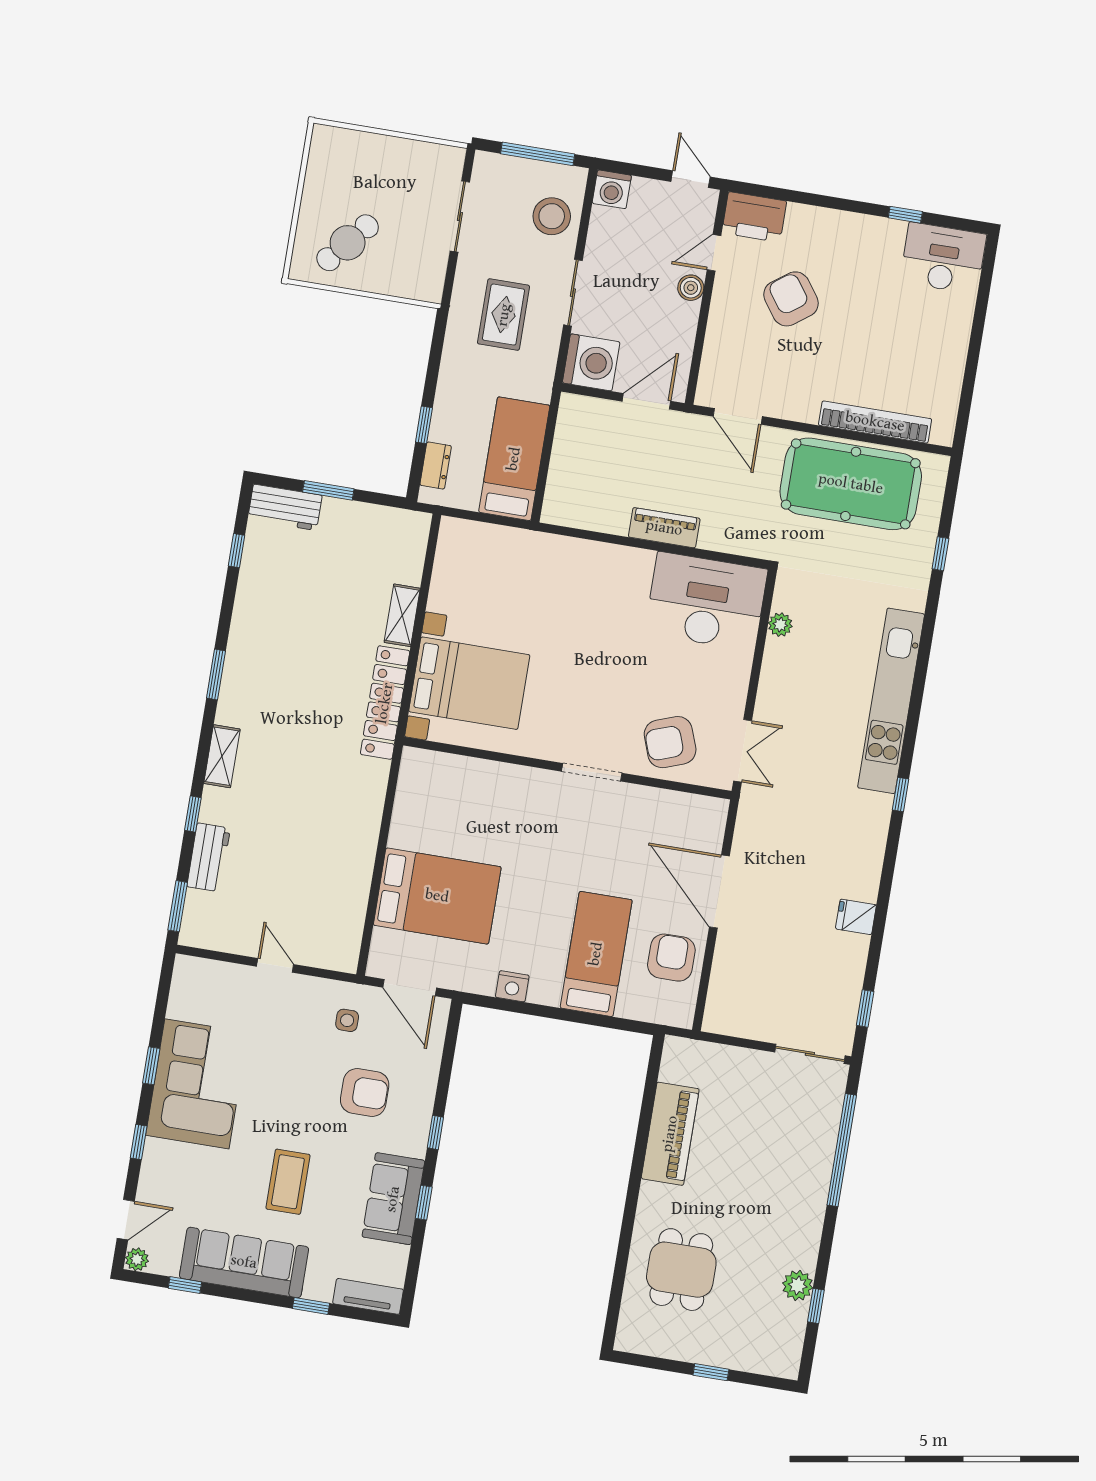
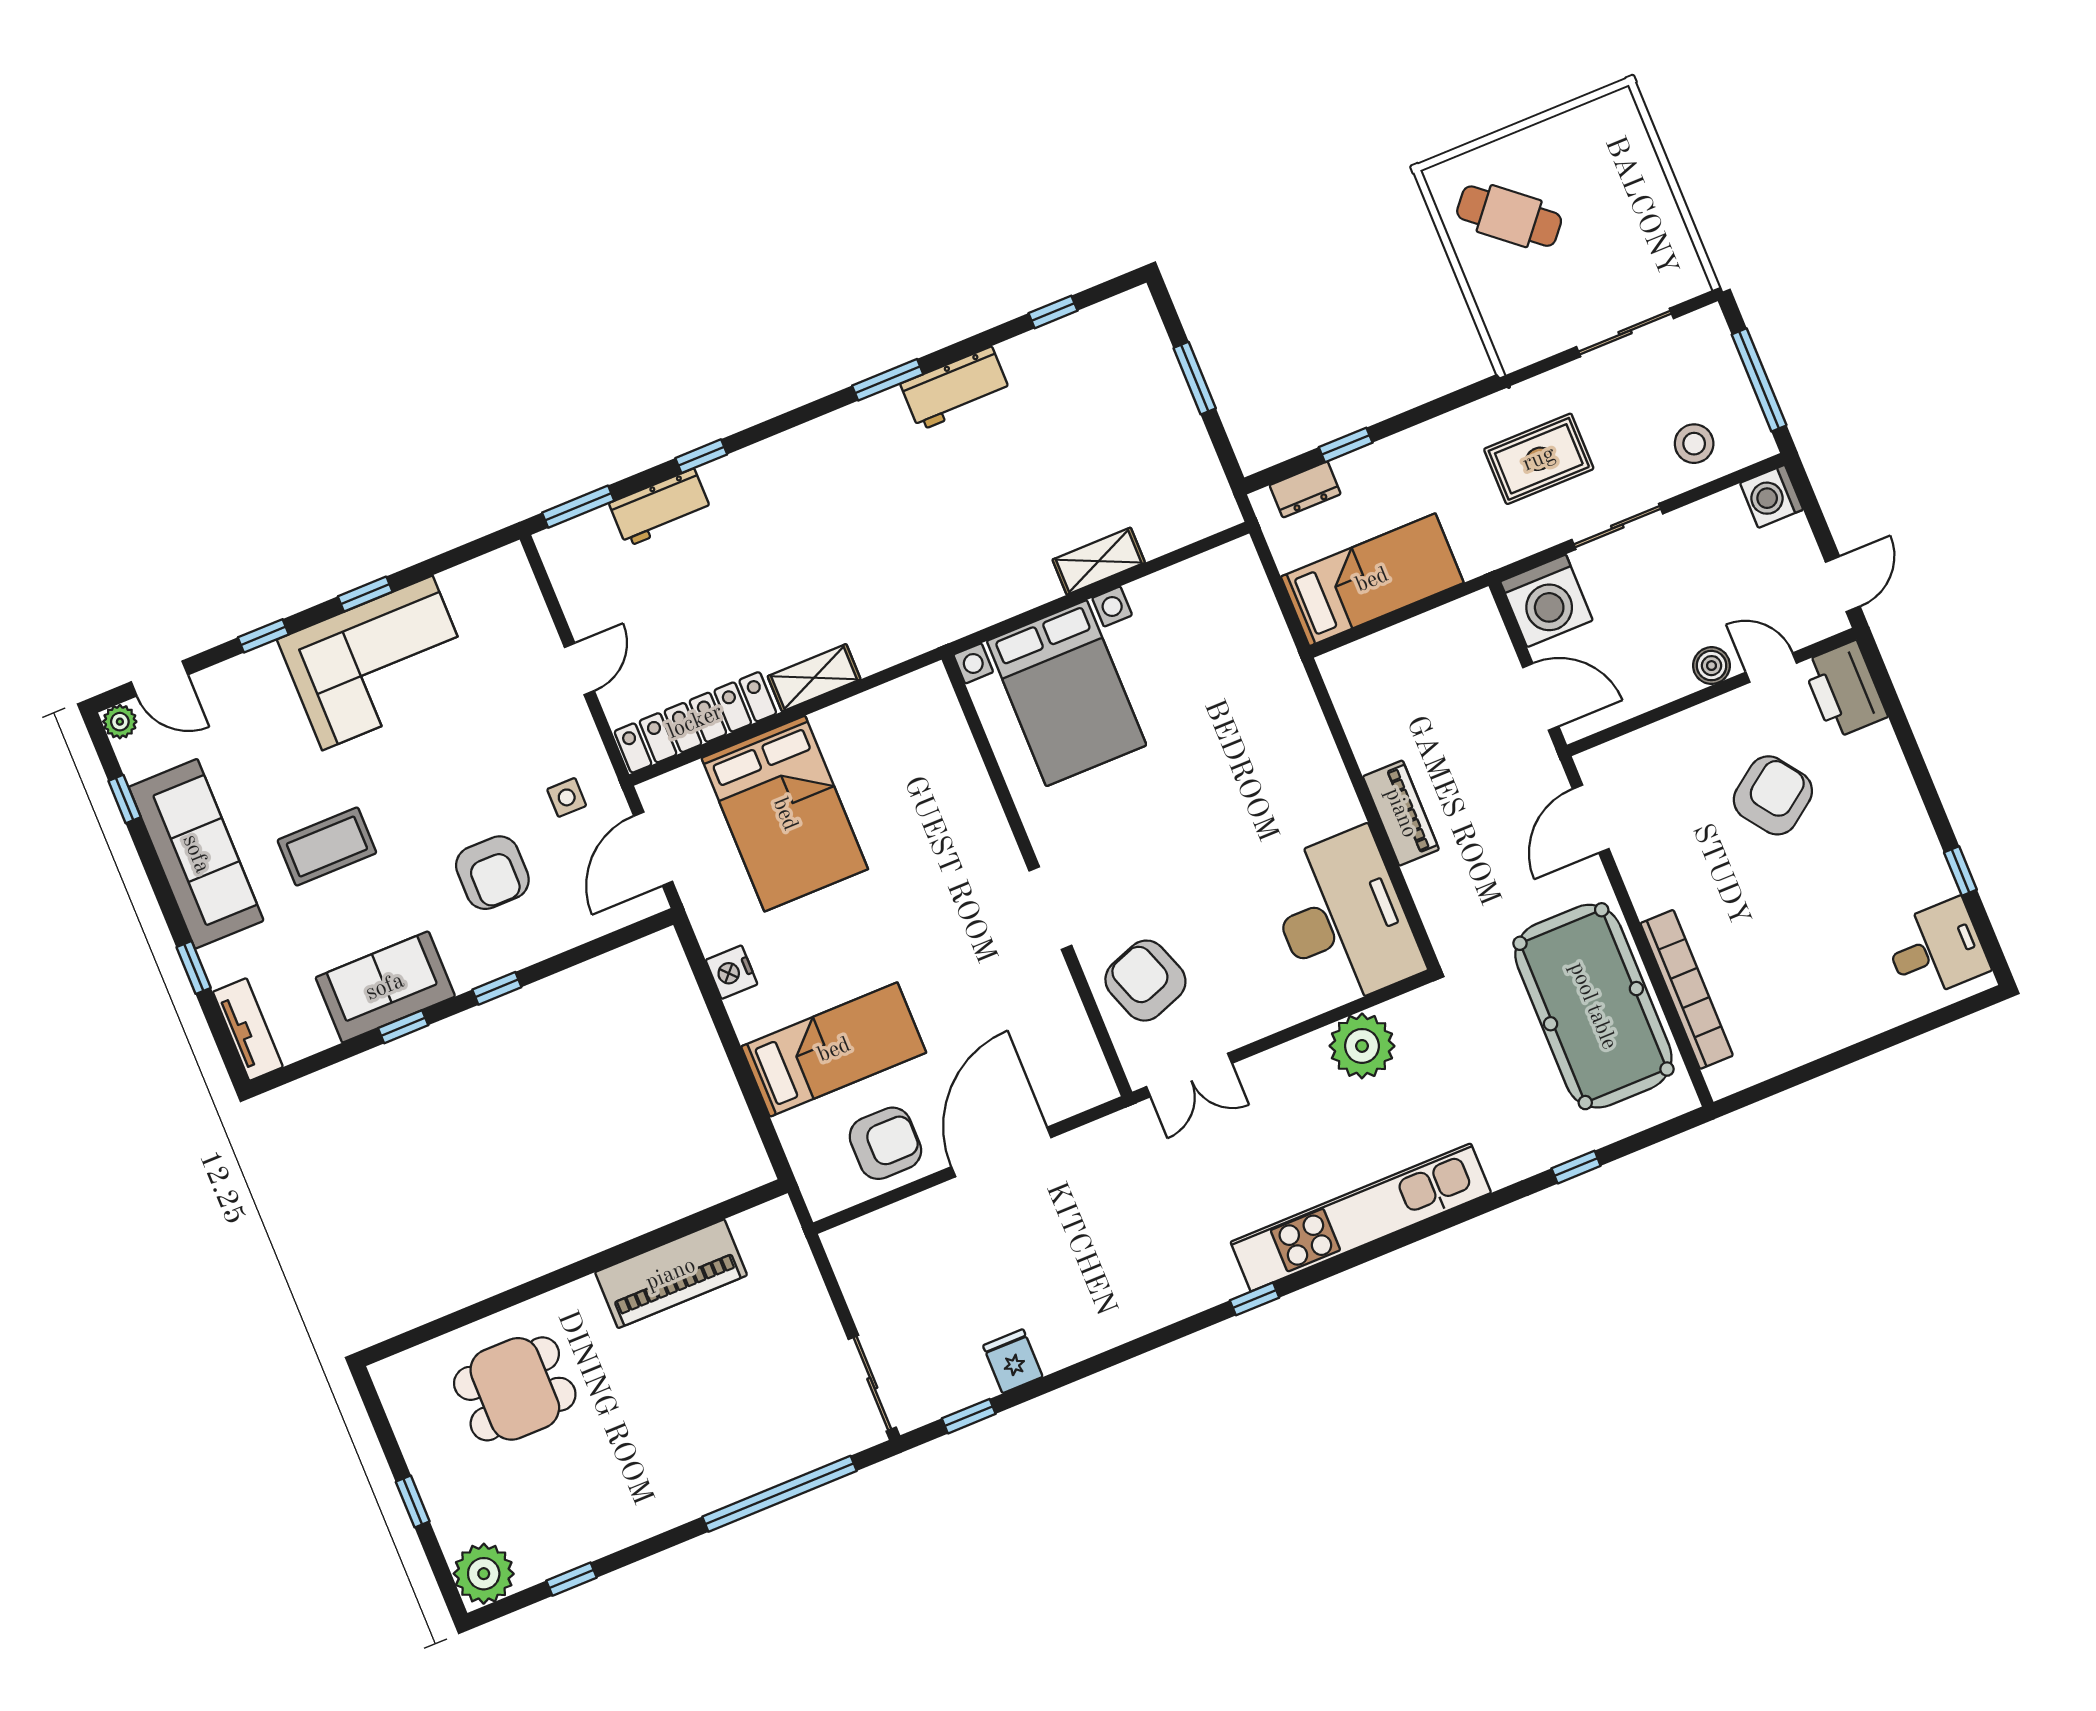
stool: (552, 216) -> (1694, 444), width x0.73, depth x0.73
desk: (943, 258) -> (1936, 949), width x0.73
workbench: (285, 507) -> (955, 389), moved, turned -90
plant: (780, 625) -> (1362, 1046), width x1.88, depth x1.88
locker: (385, 703) -> (695, 722), moved
shelving: (222, 756) -> (814, 678), moved
fridge: (856, 917) -> (1013, 1361), moved
plant: (798, 1285) -> (484, 1574), moved, width x1.36, depth x1.36

